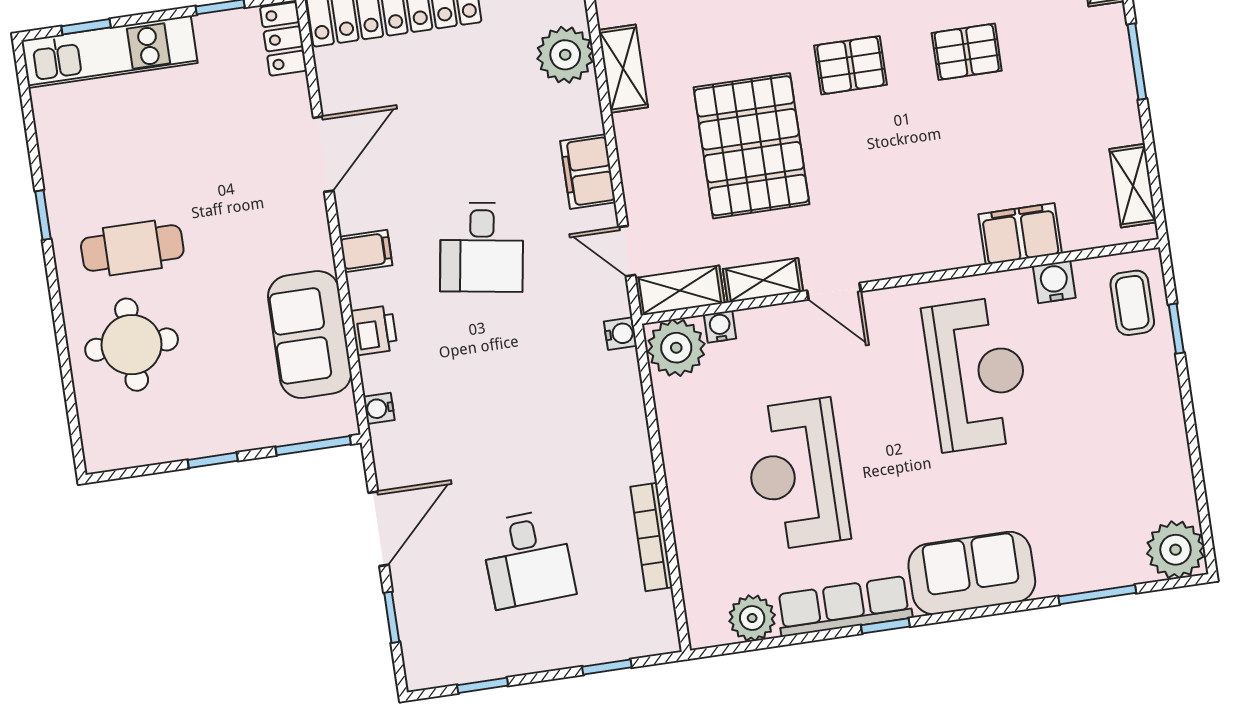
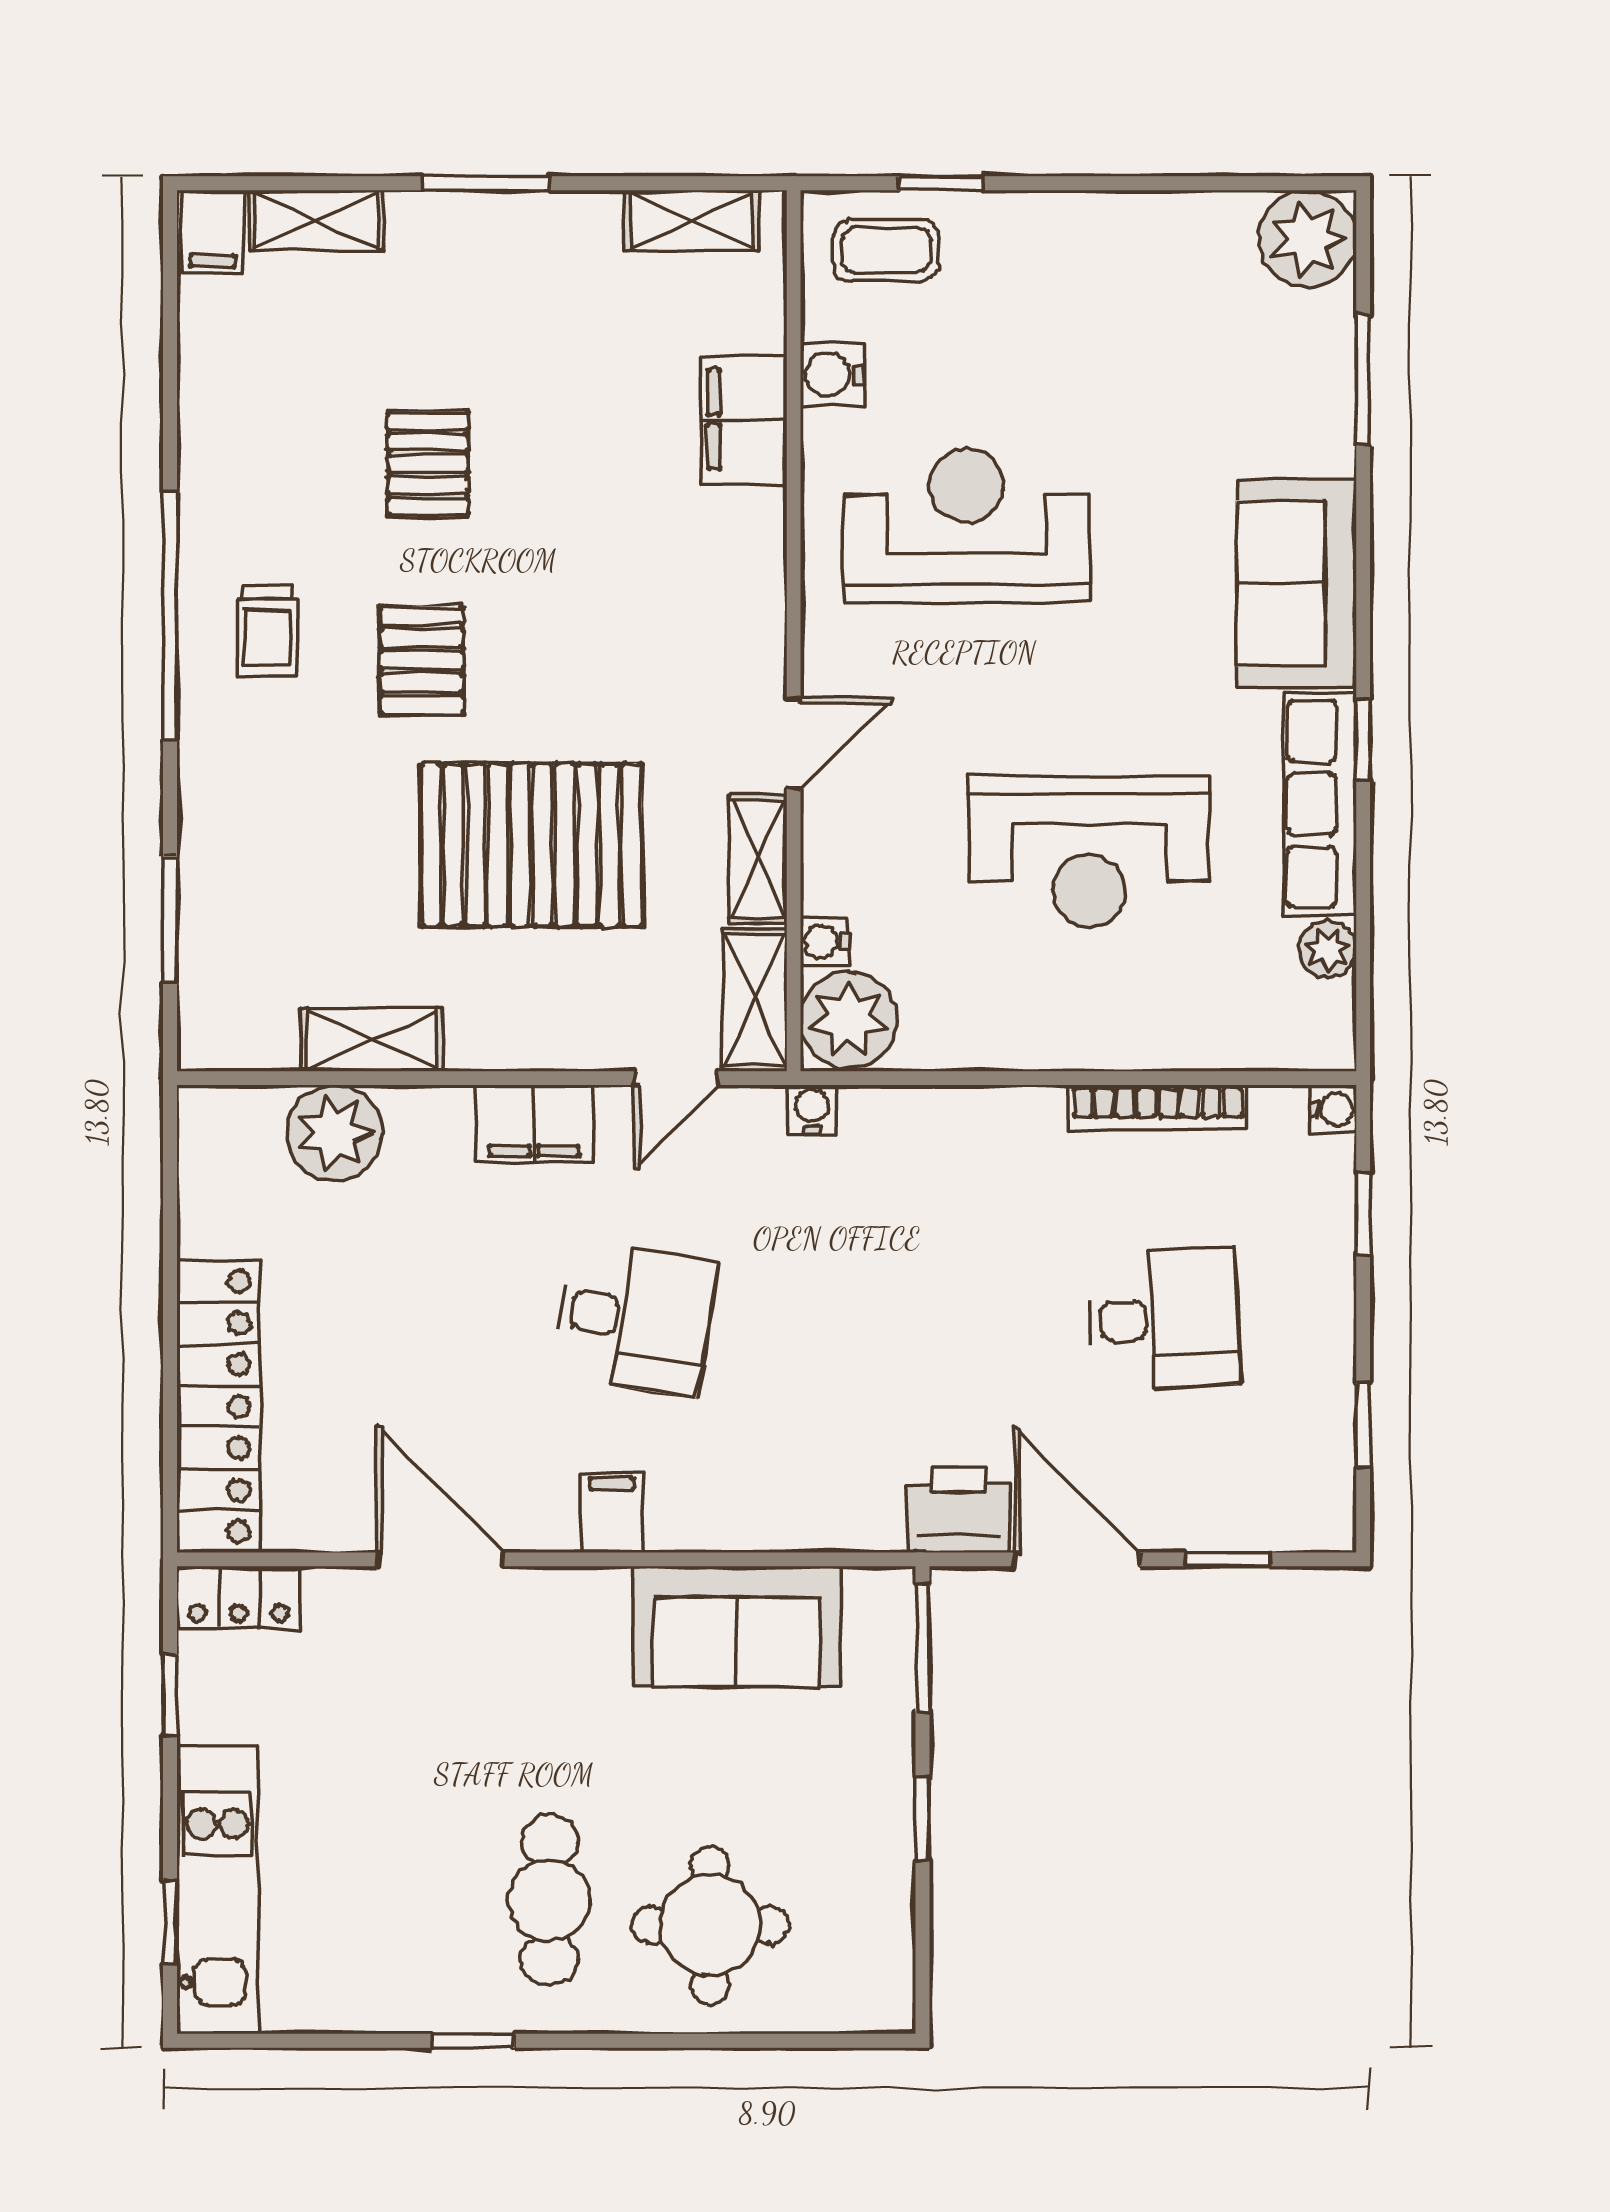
printer: (374, 330) -> (959, 1510), moved, width x1.36, depth x1.24
water cooler: (379, 408) -> (1333, 1110), moved, turned -90
plant: (752, 618) -> (1328, 949), width x0.73, depth x0.73

